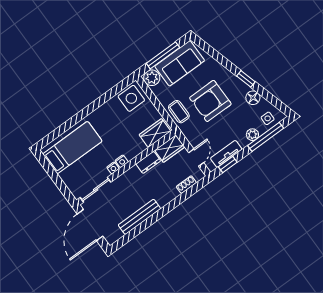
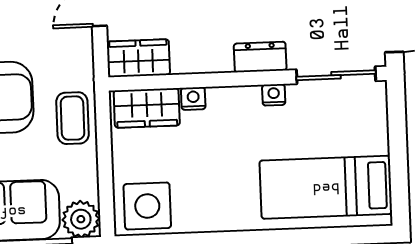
nightstand: (122, 161) -> (193, 99), moved
dresser: (148, 162) -> (260, 57), moved

